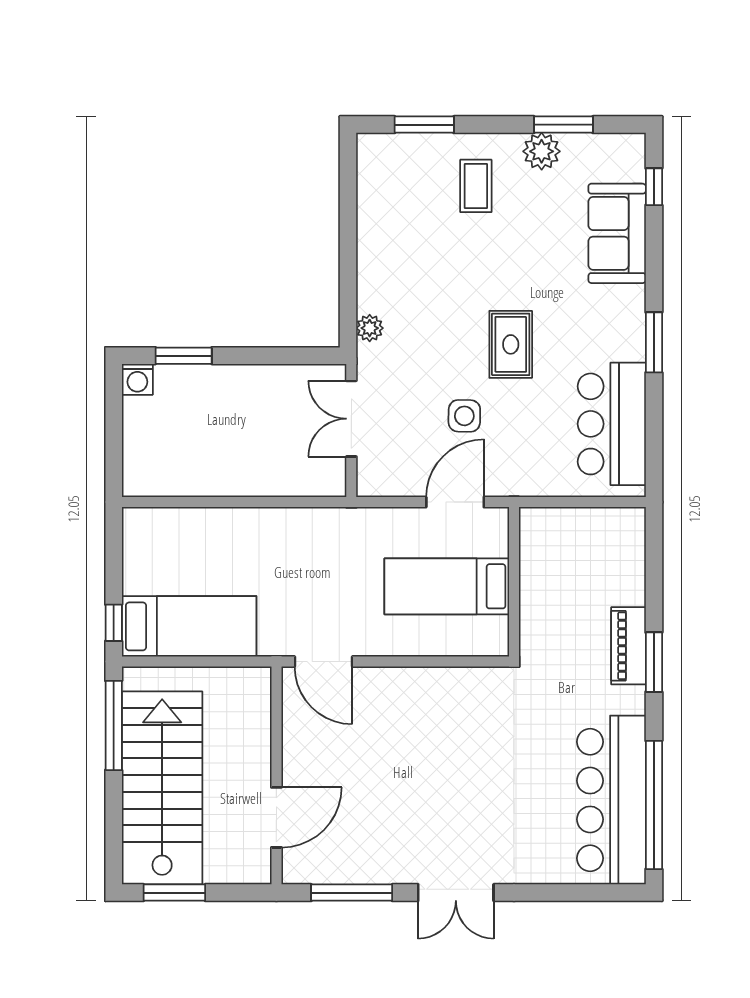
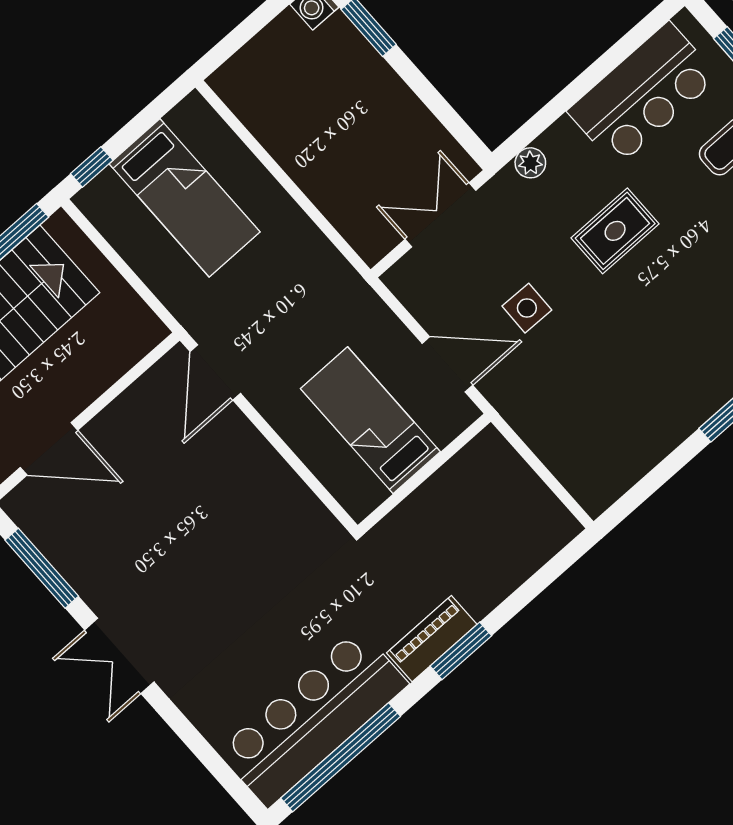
rug: (511, 344) -> (615, 231), moved
bar counter: (612, 424) -> (643, 94), moved, turned 180
bed: (189, 626) -> (185, 198), moved
piano: (629, 646) -> (432, 639), moved

